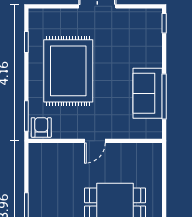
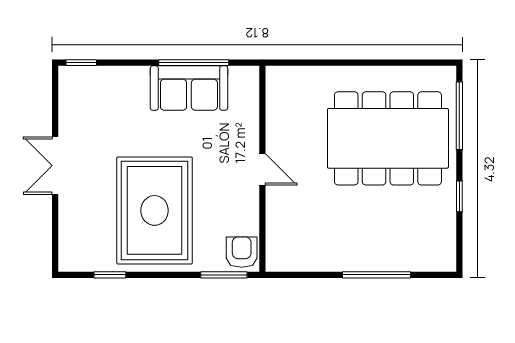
rug: (68, 71) -> (155, 210), turned 90
armchair: (41, 127) -> (242, 252), turned 90

